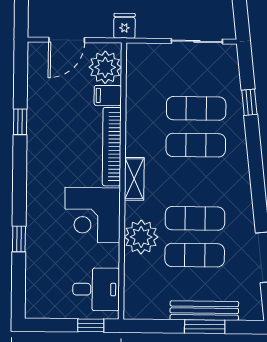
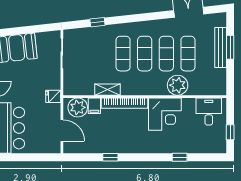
exercise mat: (196, 108) -> (145, 54), moved
shelving: (134, 179) -> (107, 90), moved
window: (91, 325) -> (230, 132), moved

